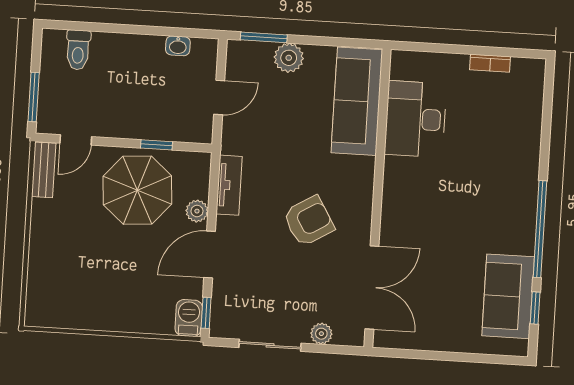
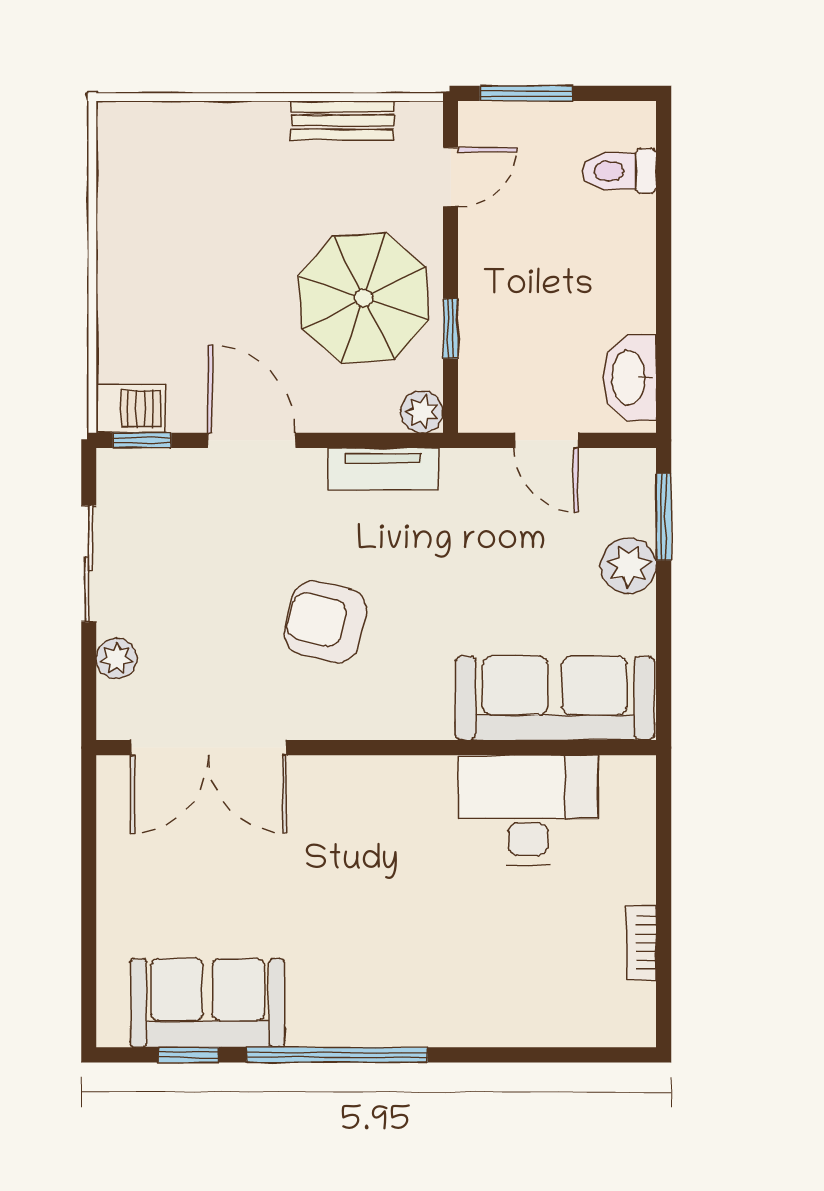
washbasin: (178, 46) -> (630, 378), width x1.91, depth x1.45
door: (76, 140) -> (451, 177), swing flipped
bench: (44, 170) -> (343, 120), moved
plant: (197, 211) -> (422, 412), moved
armchair: (309, 221) -> (326, 622), turned 135

